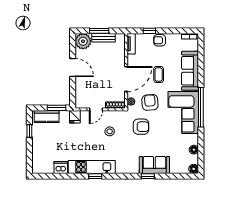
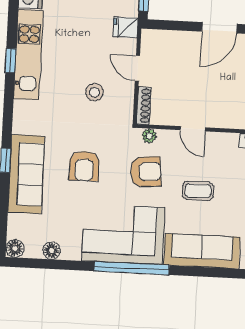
door: (126, 79) -> (193, 129), width x0.53
armchair: (141, 127) -> (84, 166), moved
sofa: (154, 165) -> (26, 174), width x1.36

